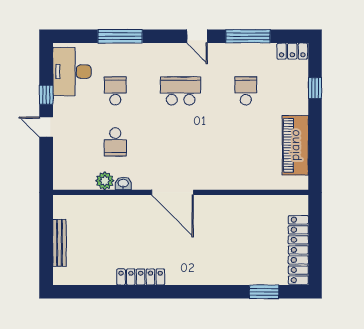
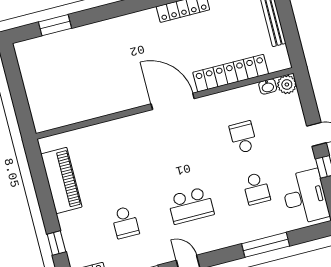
plant: (105, 181) -> (287, 84), moved
washbasin: (123, 183) -> (268, 87), moved
locker: (298, 250) -> (231, 73), moved, turned -90

